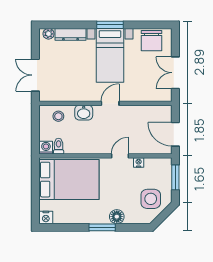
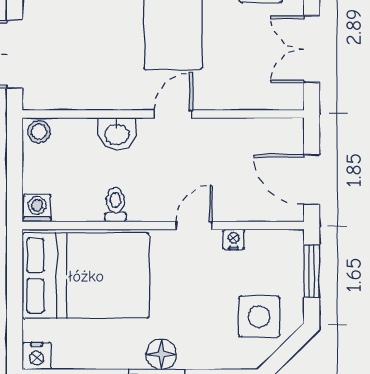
stool: (58, 116) -> (39, 132), moved
toilet: (59, 146) -> (115, 205), moved
floor lamp: (117, 217) -> (161, 354), moved

